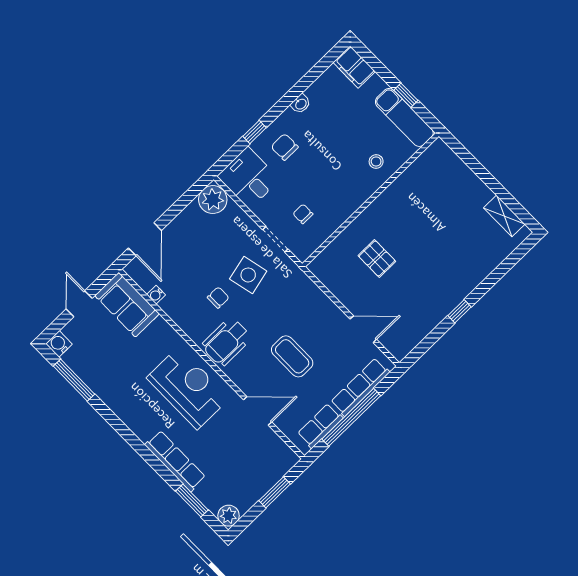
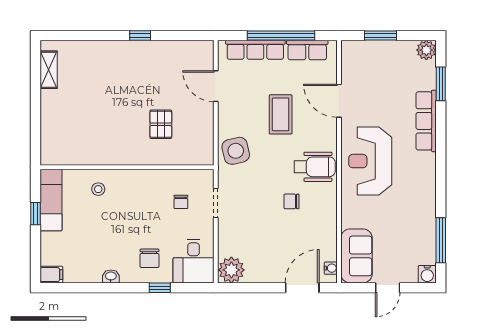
filing cabinet: (354, 67) -> (51, 275), width x0.50
side table: (248, 275) -> (236, 151), moved
water cooler: (156, 295) -> (331, 268), moved

